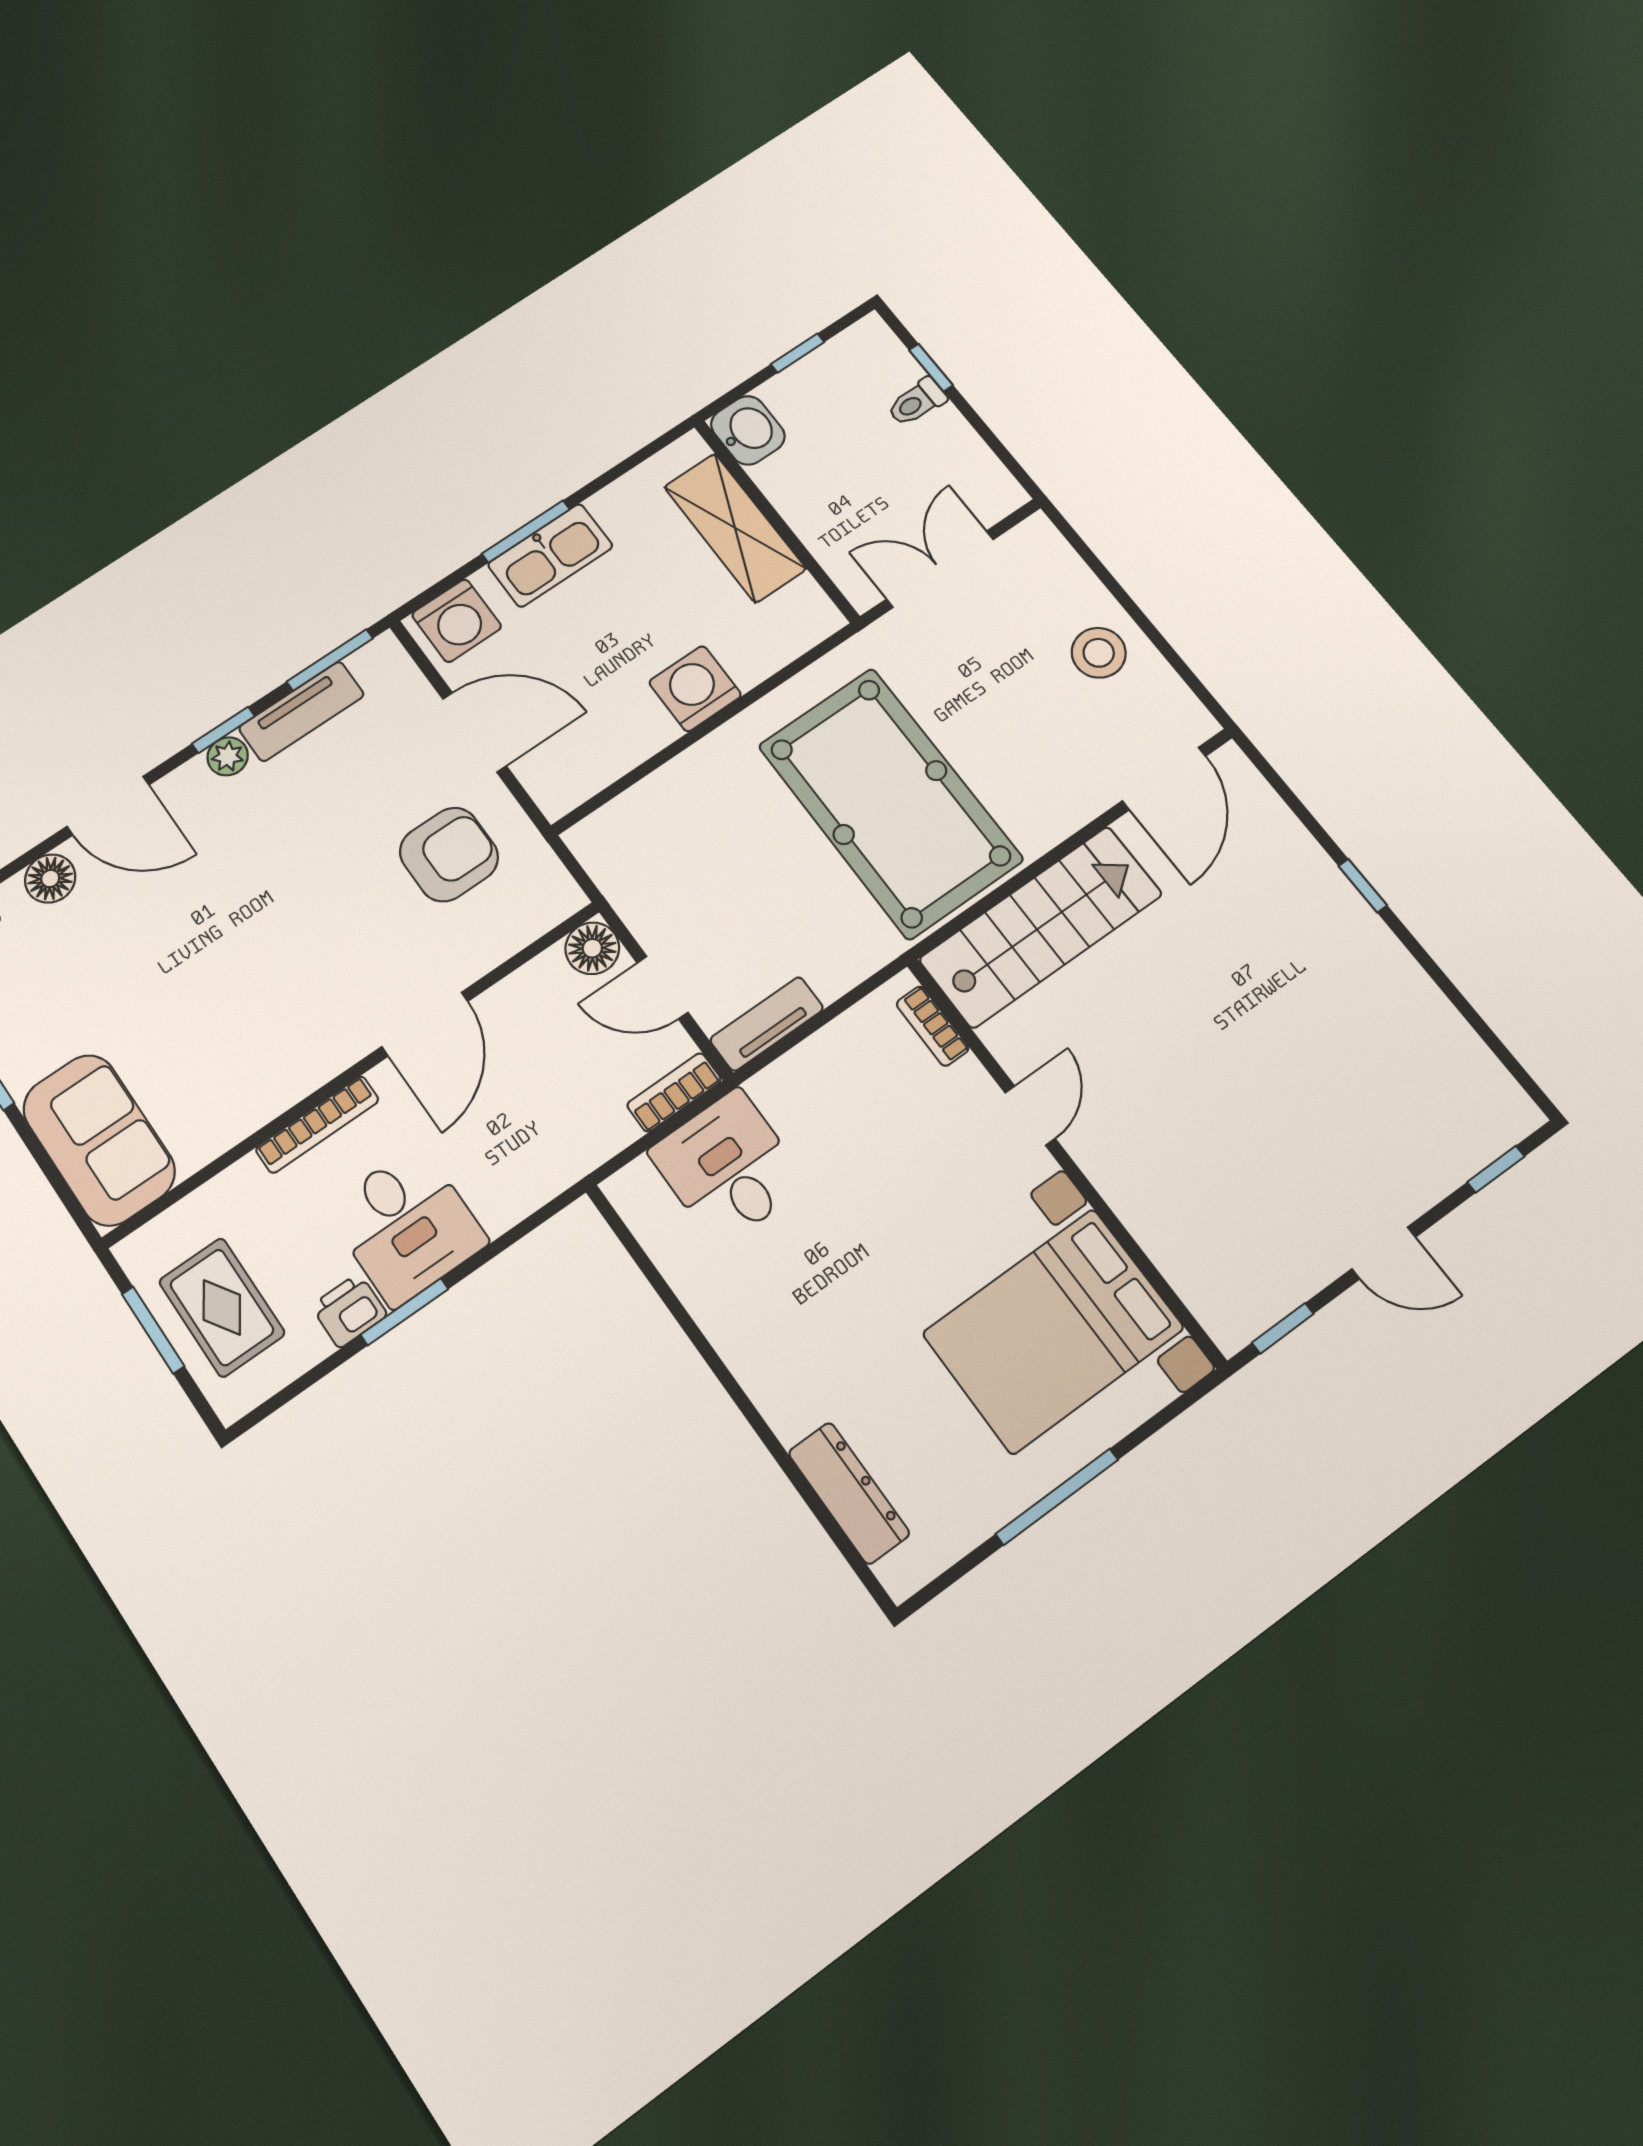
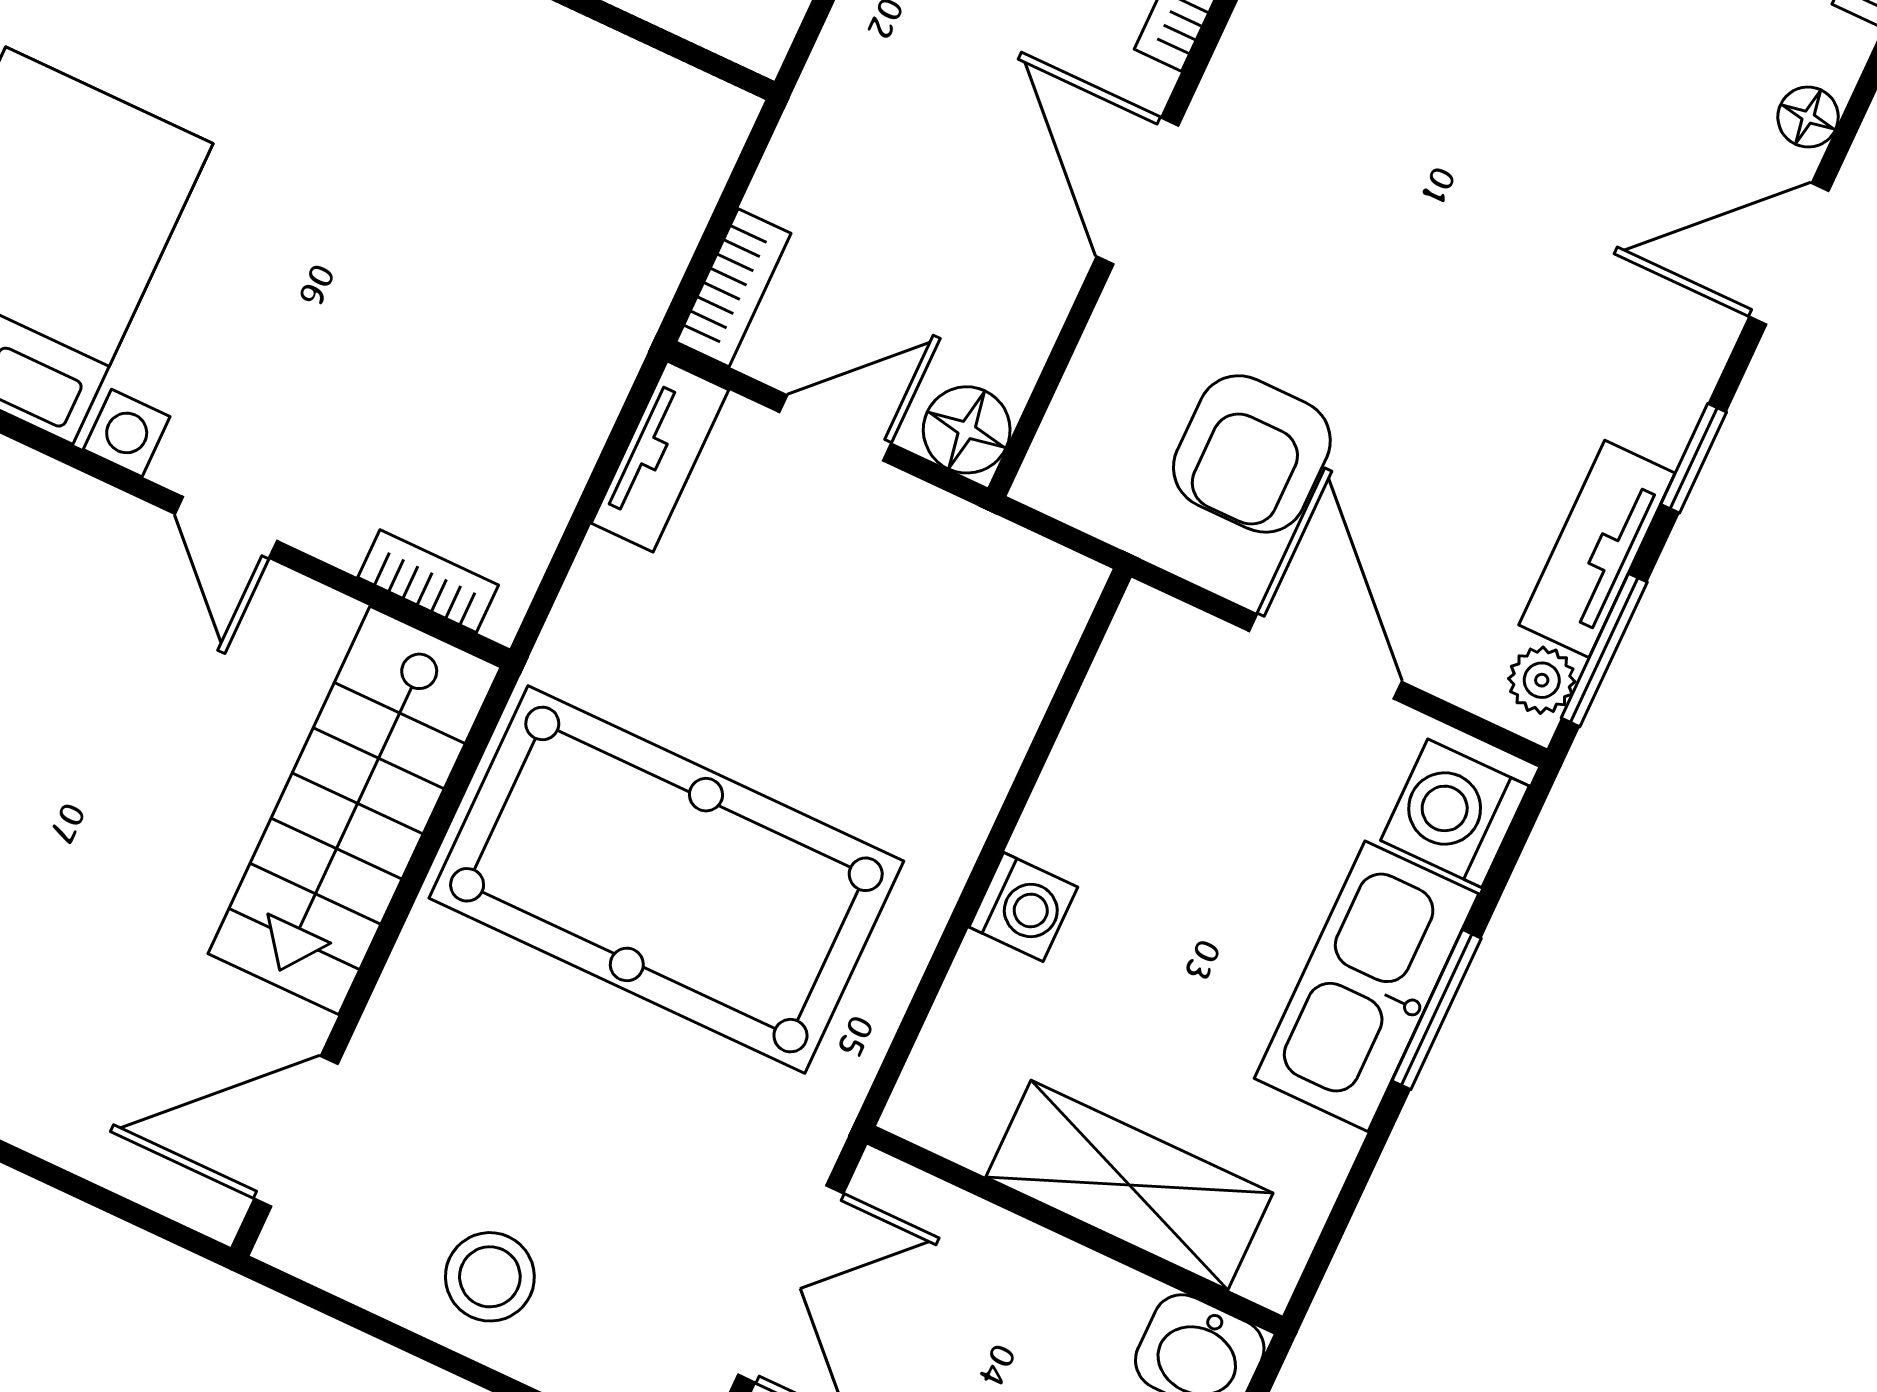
kitchen sink: (550, 555) -> (1367, 986), width x1.36, depth x1.24
washing machine: (695, 689) -> (1023, 907), width x0.73, depth x0.73
door: (474, 732) -> (1325, 656), swing flipped
plant: (228, 756) -> (1542, 680), moved
door: (1164, 778) -> (296, 1131), hinge flipped
floor lamp: (50, 879) -> (1808, 117), width x0.73, depth x0.73
desk: (728, 1168) -> (599, 224), removed

